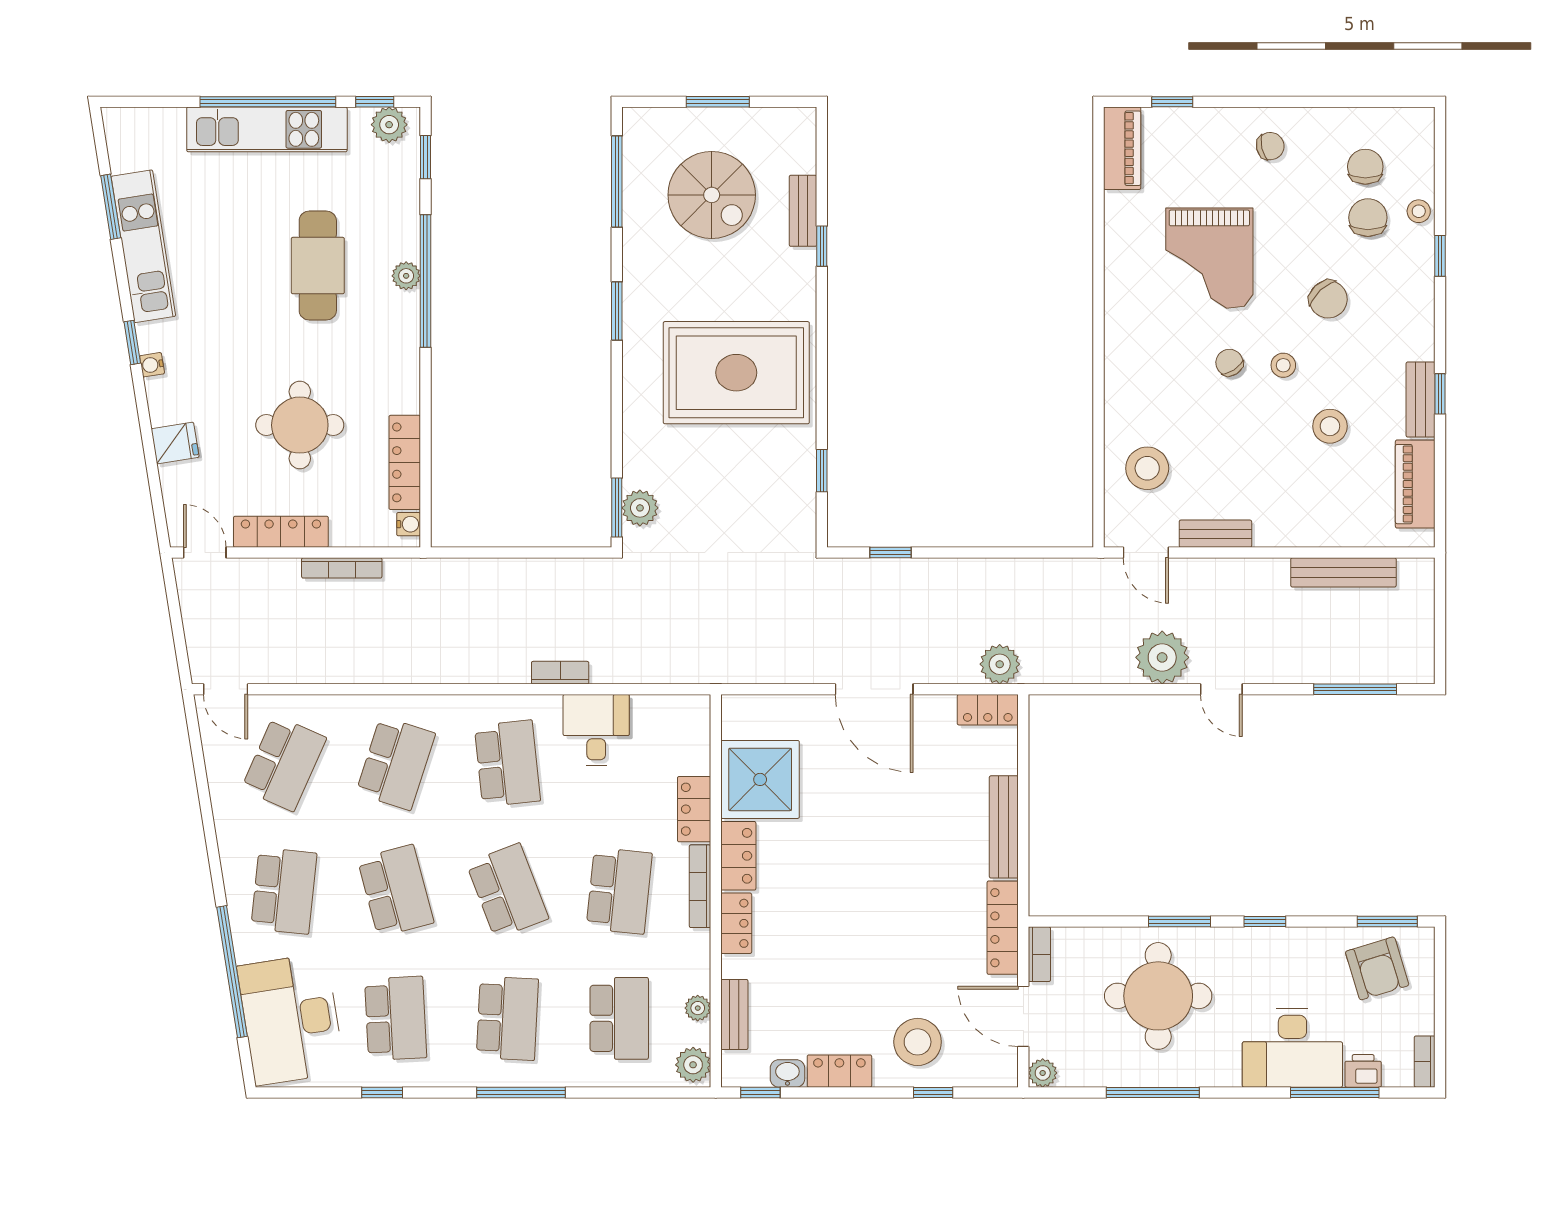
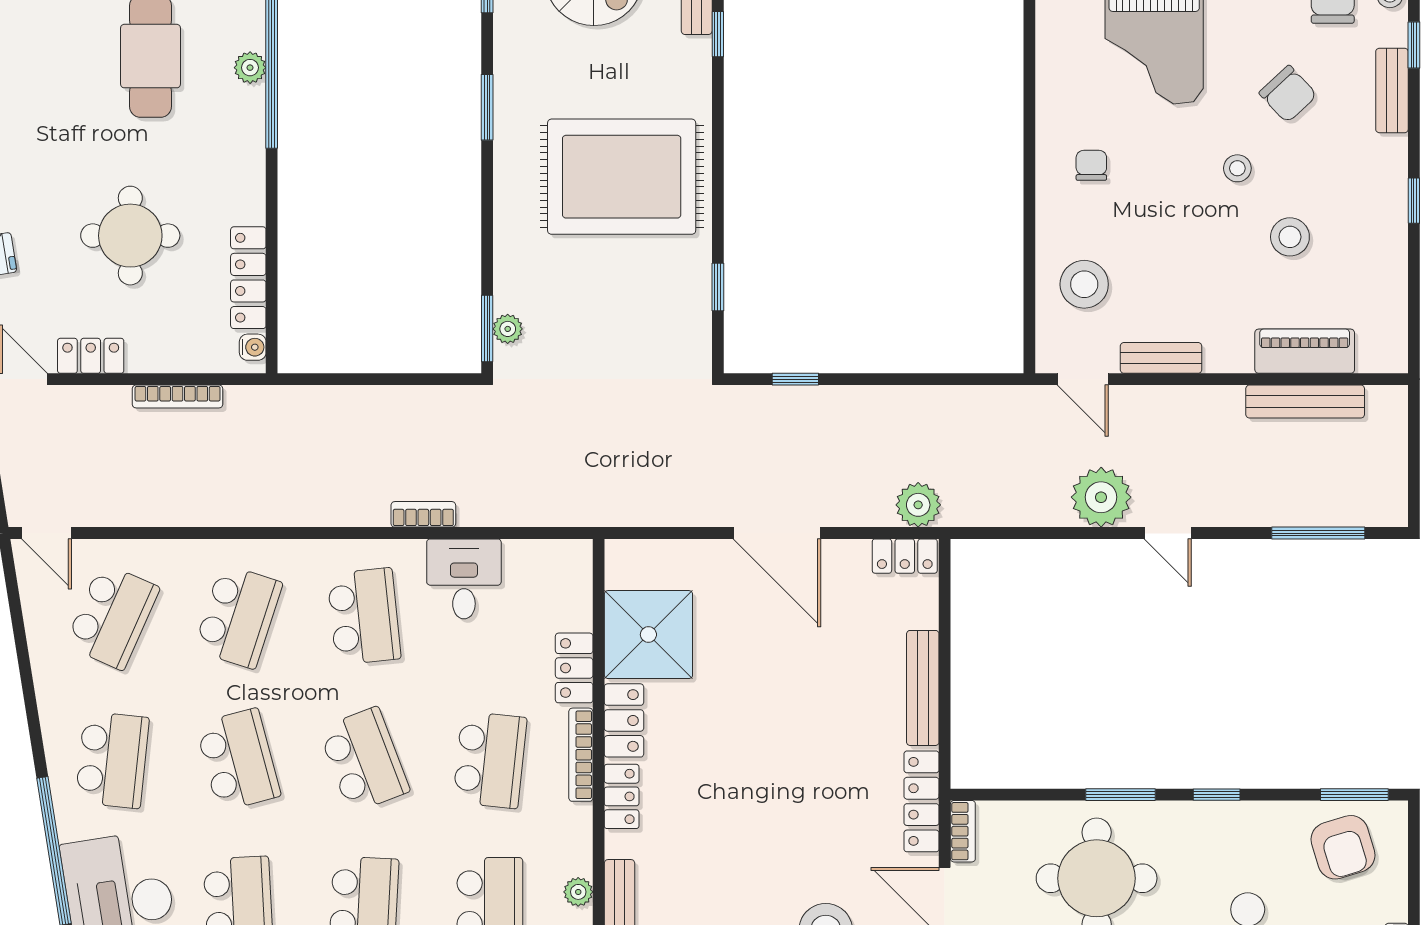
chair: (1229, 363) -> (1091, 165), moved, turned 33
bench: (1421, 400) -> (1392, 90), moved
piano: (1415, 484) -> (1305, 351), moved, turned 90
plant: (640, 508) -> (508, 329), width x0.73, depth x0.73
locker: (281, 532) -> (91, 356), width x0.66

